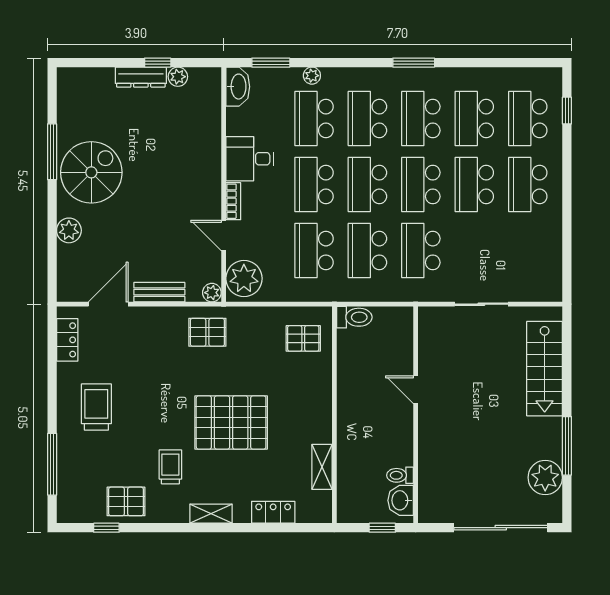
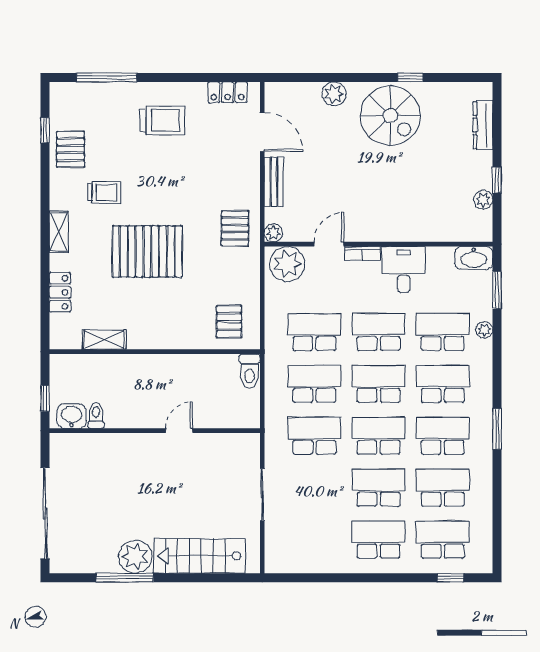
dresser: (141, 77) -> (483, 125), moved
window: (52, 152) -> (410, 77), width x0.46
pallet: (231, 422) -> (147, 251), turned 90
plant: (545, 478) -> (135, 557), moved

